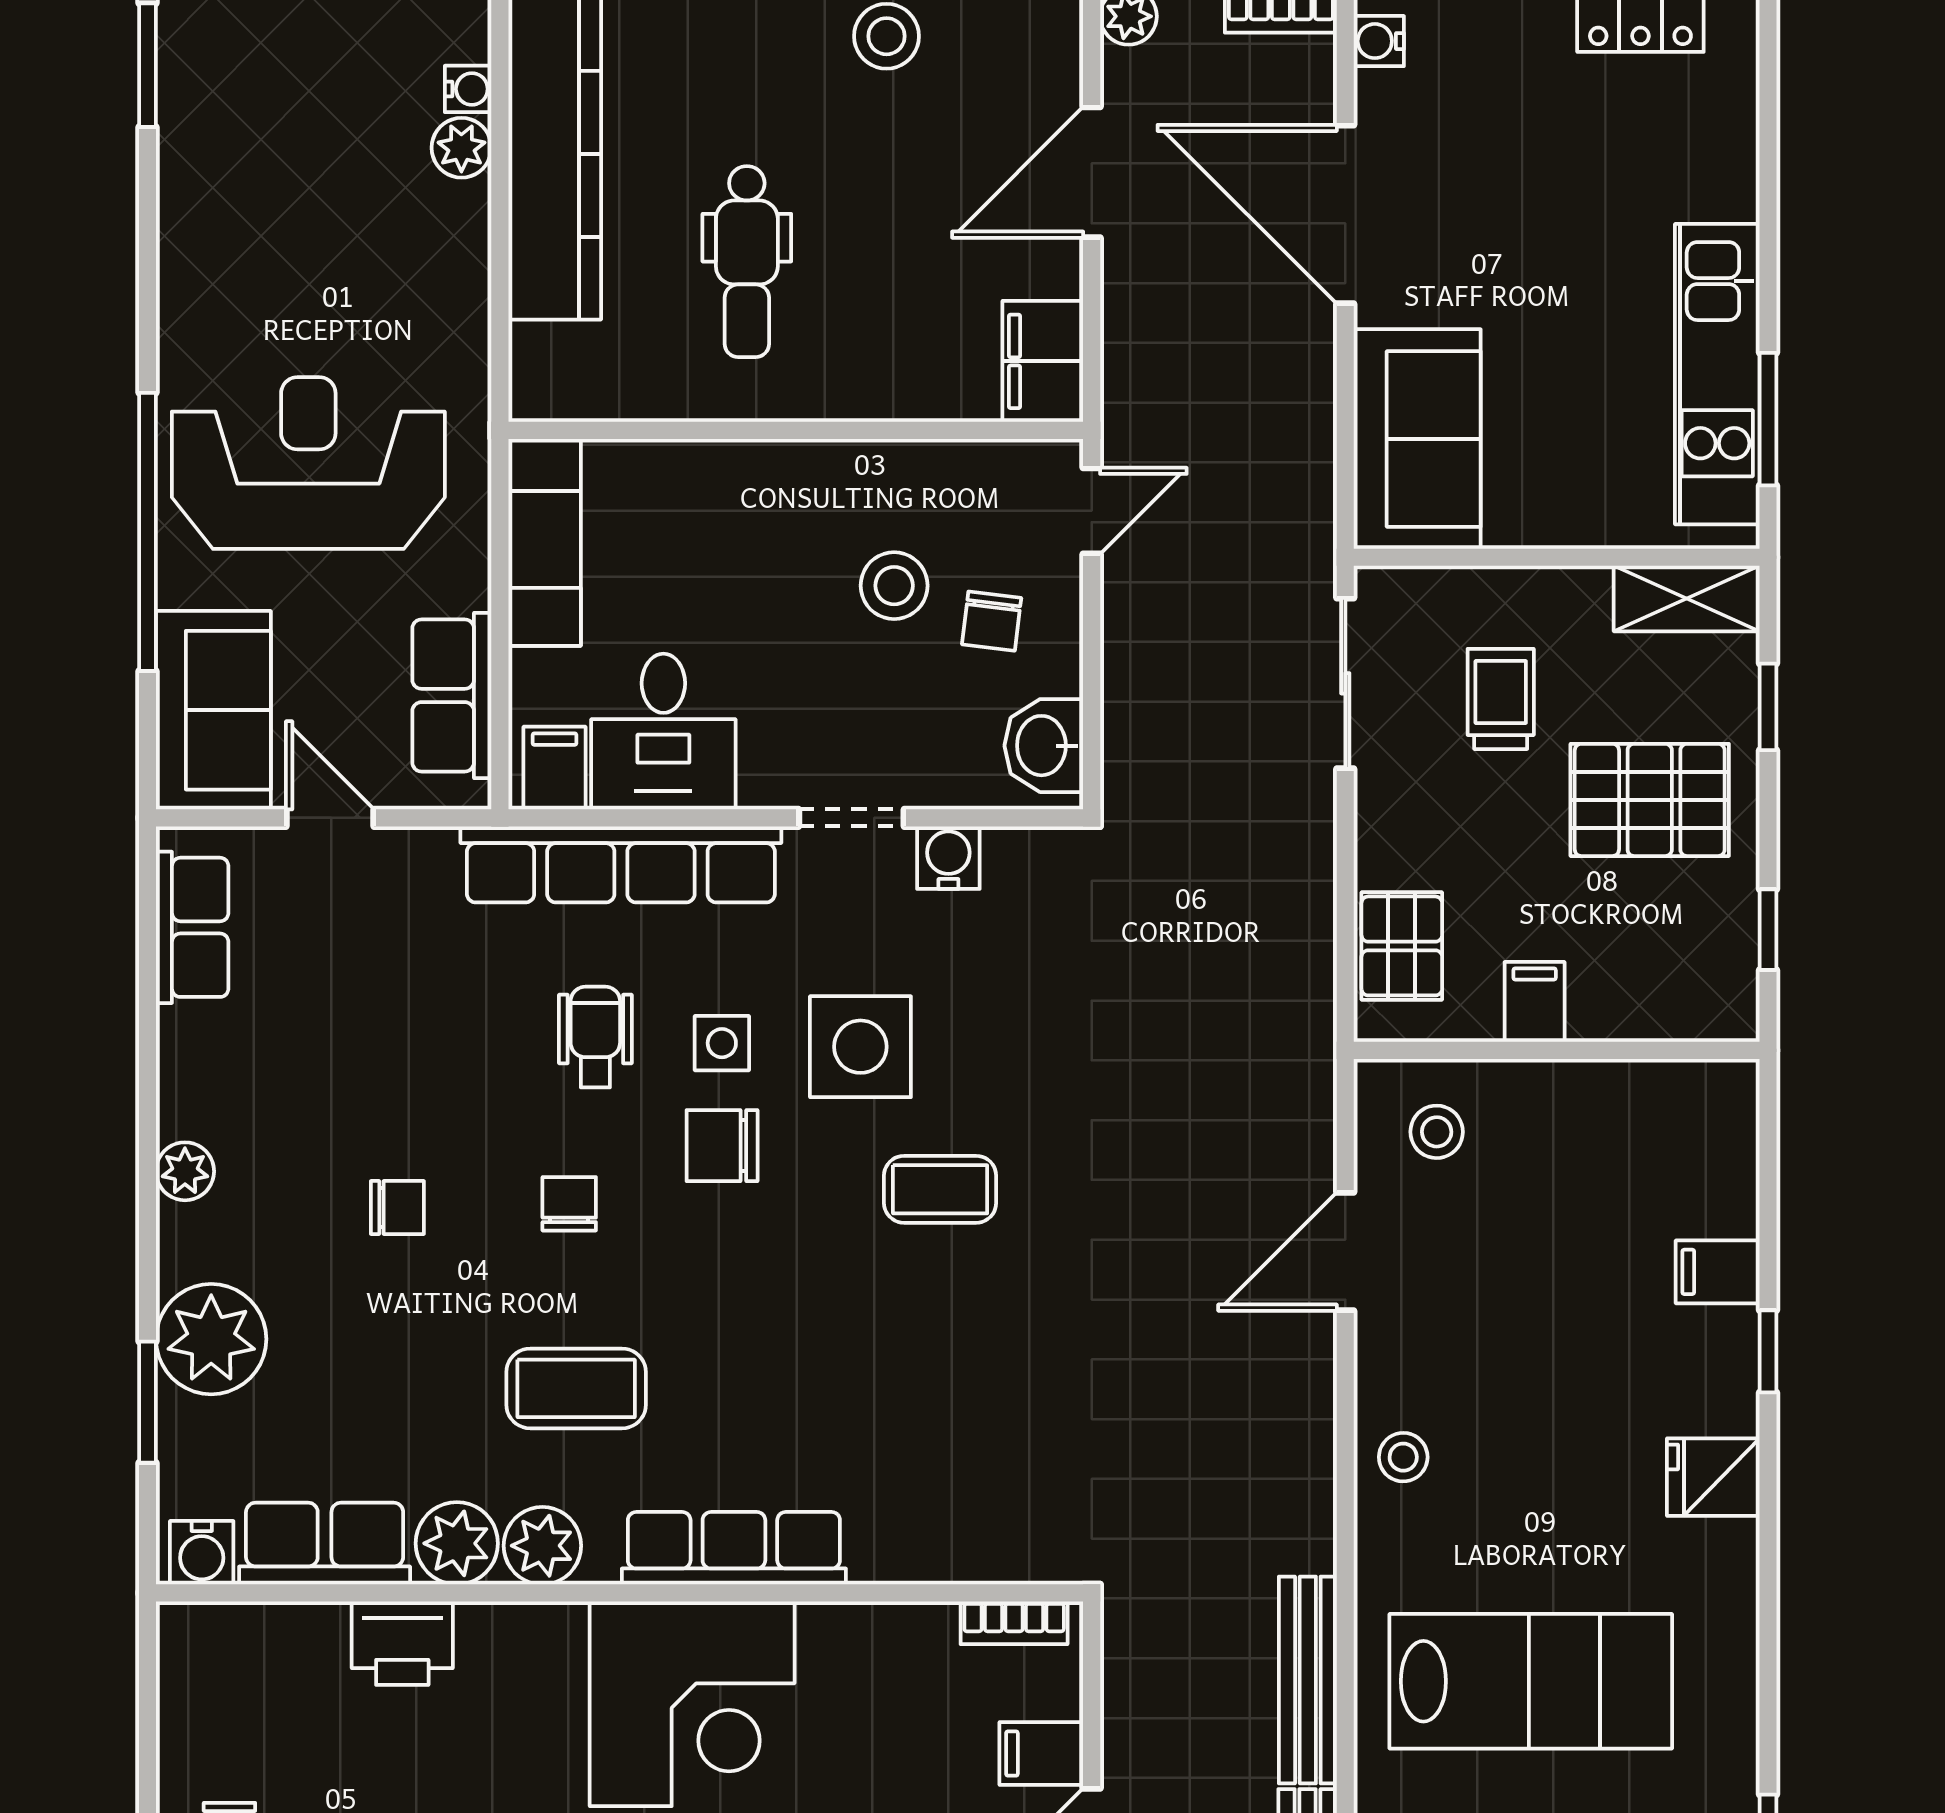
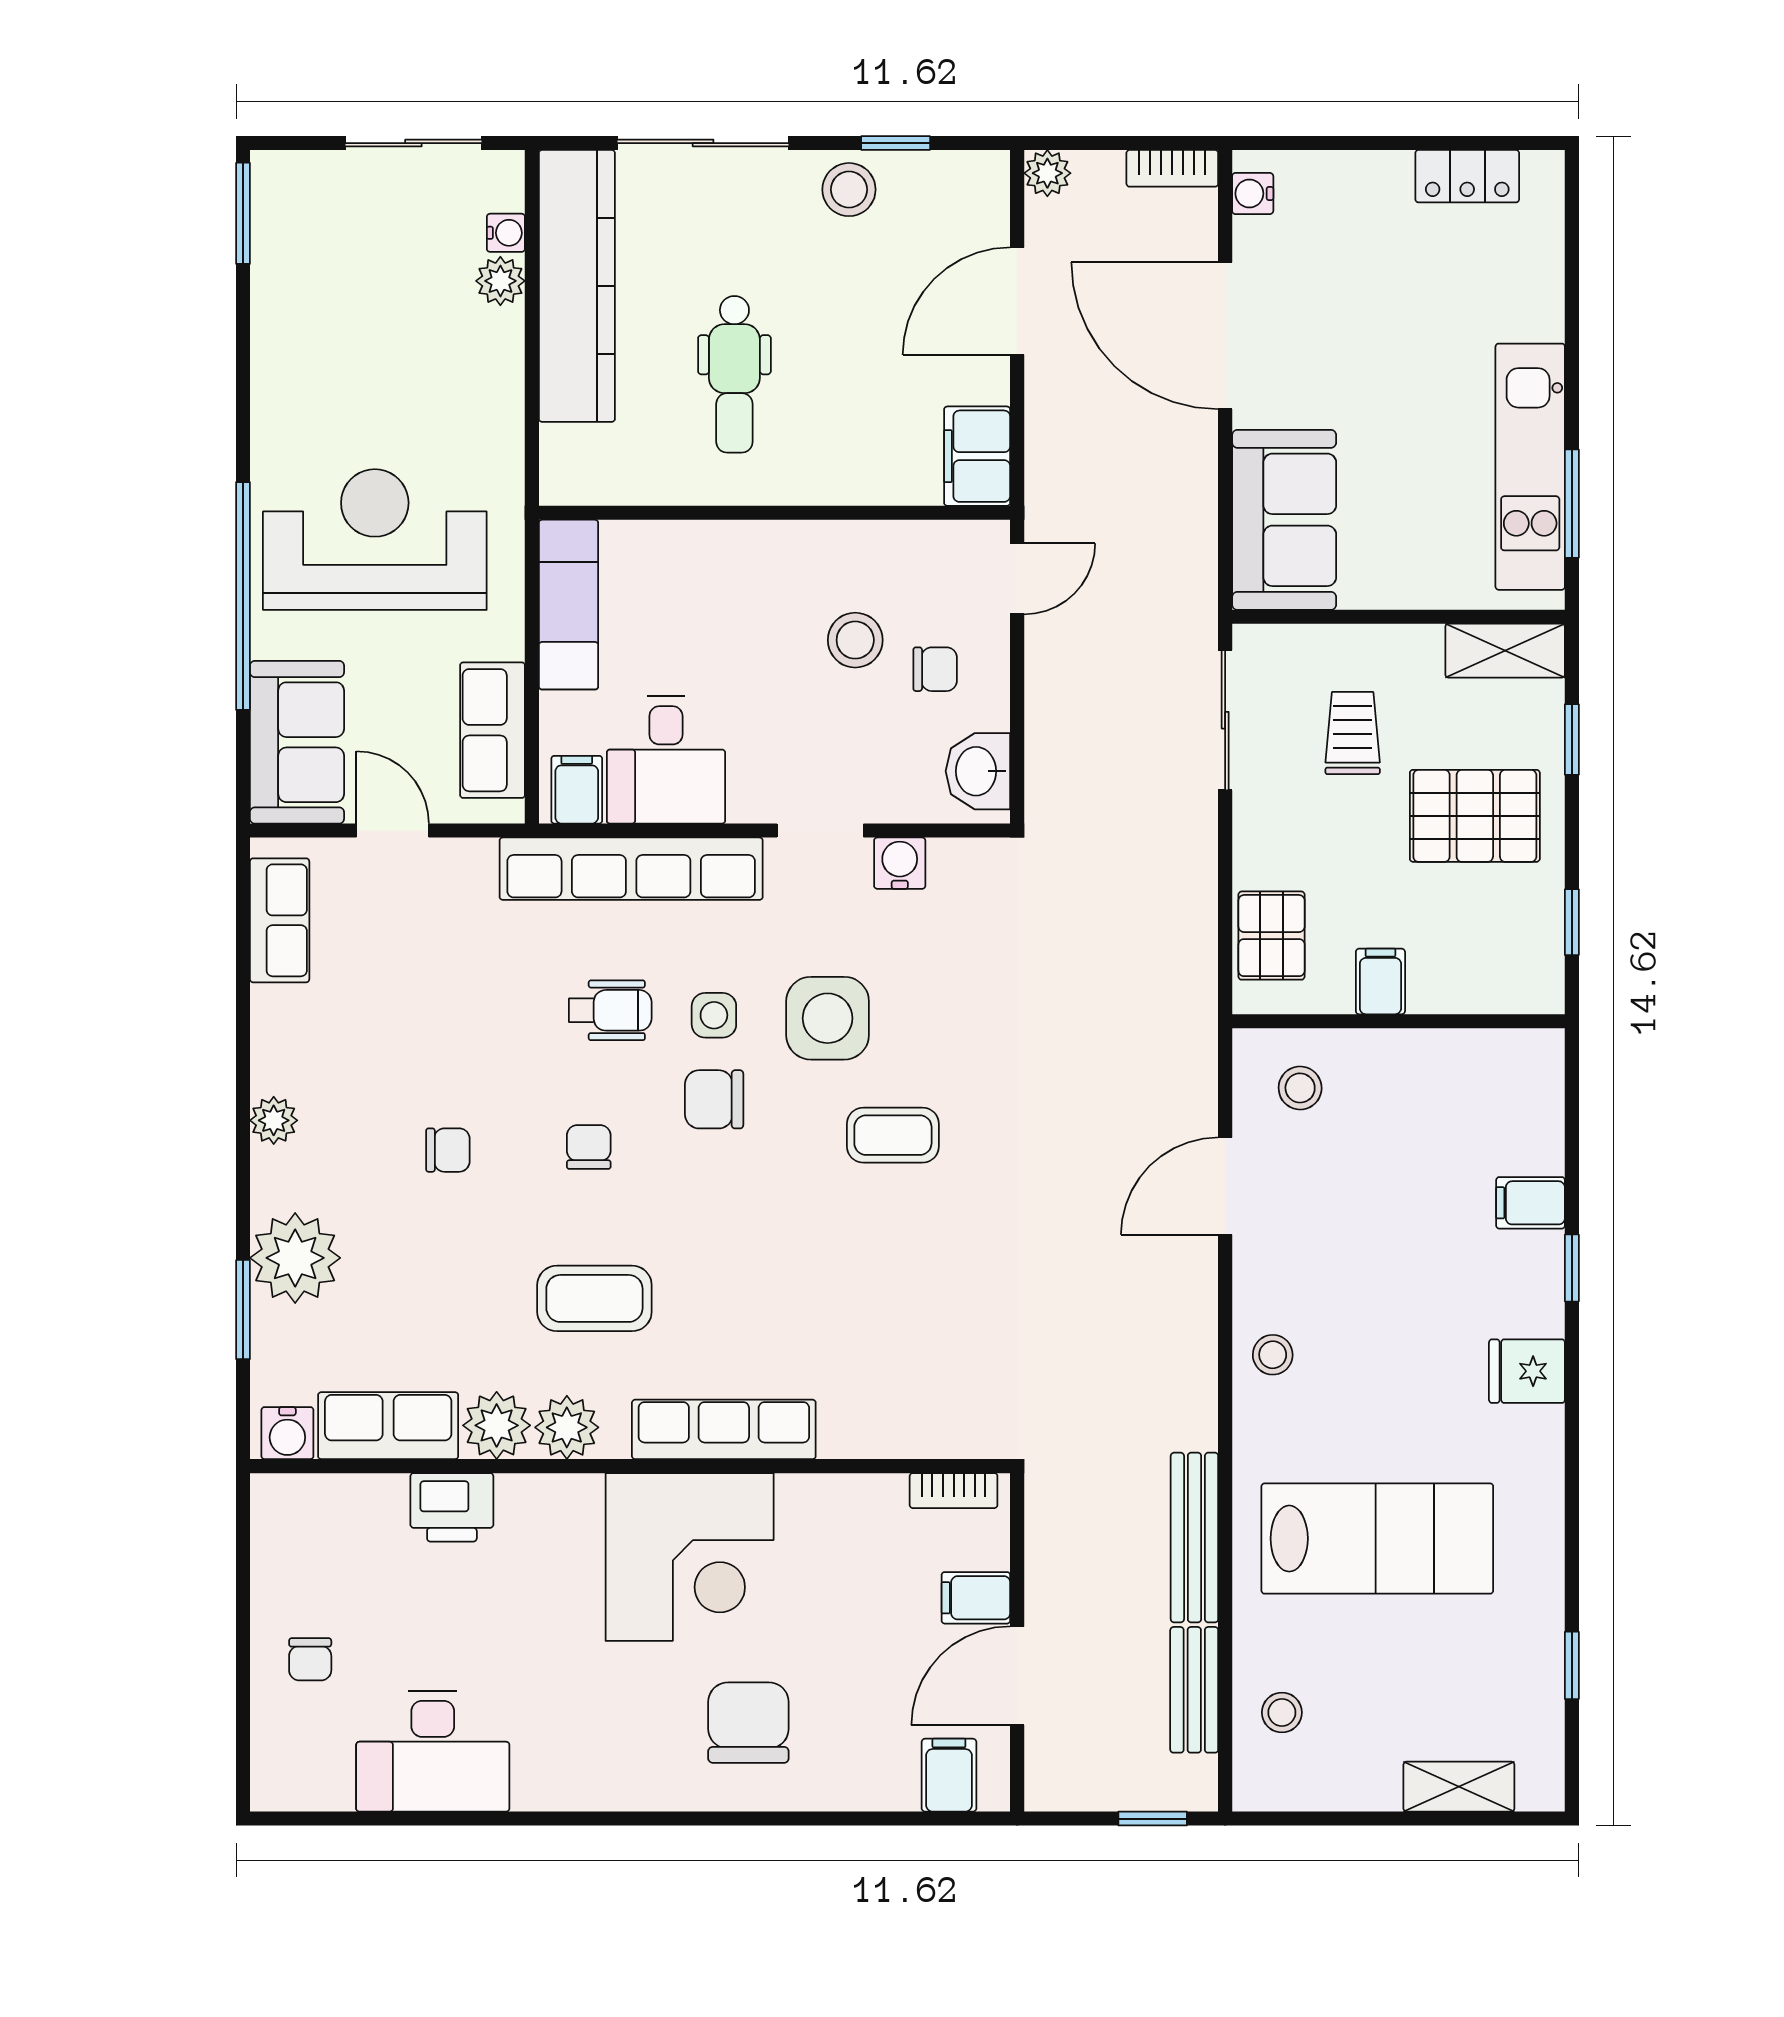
chair: (992, 621) -> (935, 669), turned -97
wheelchair: (595, 1037) -> (610, 1010), turned 90

